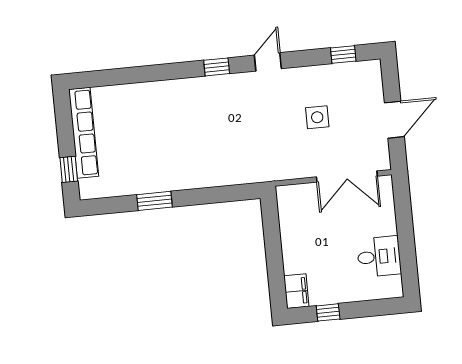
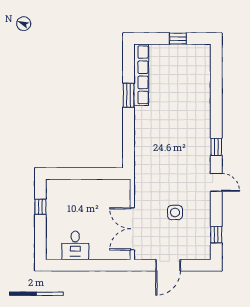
door: (394, 120) -> (168, 265), hinge flipped
row of seats: (84, 133) -> (141, 75), moved, turned -90
window: (69, 169) -> (178, 39), moved
filing cabinet: (296, 291) -> (57, 187), removed

